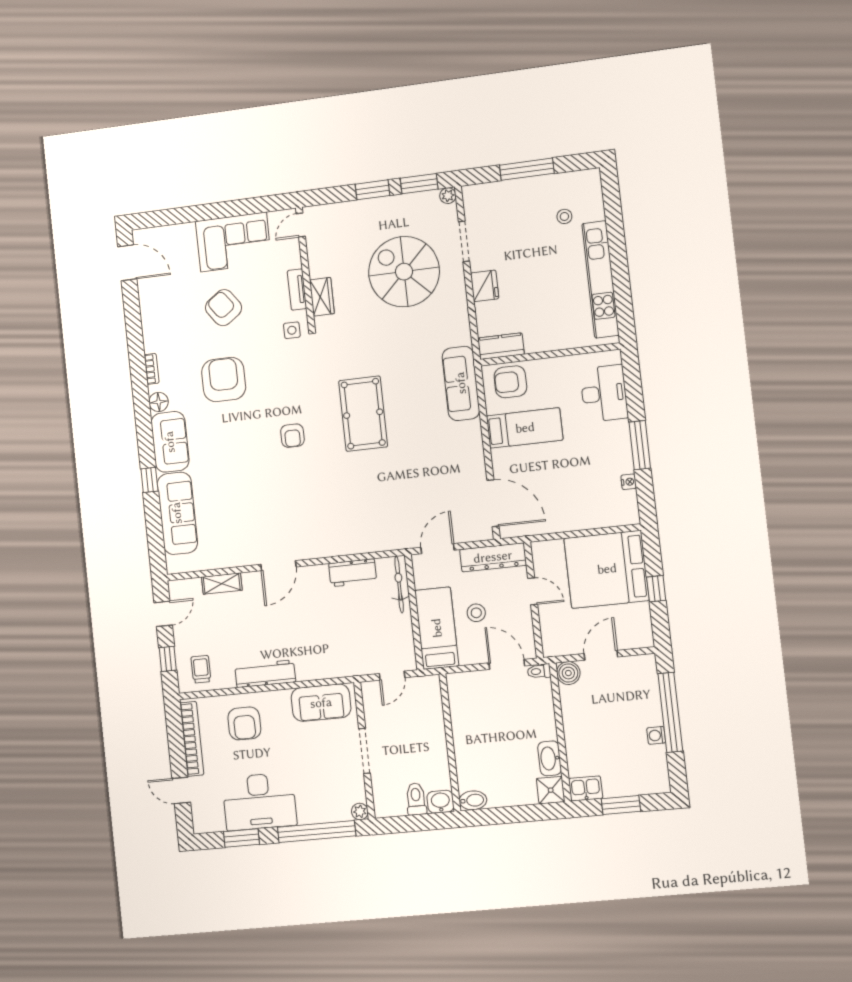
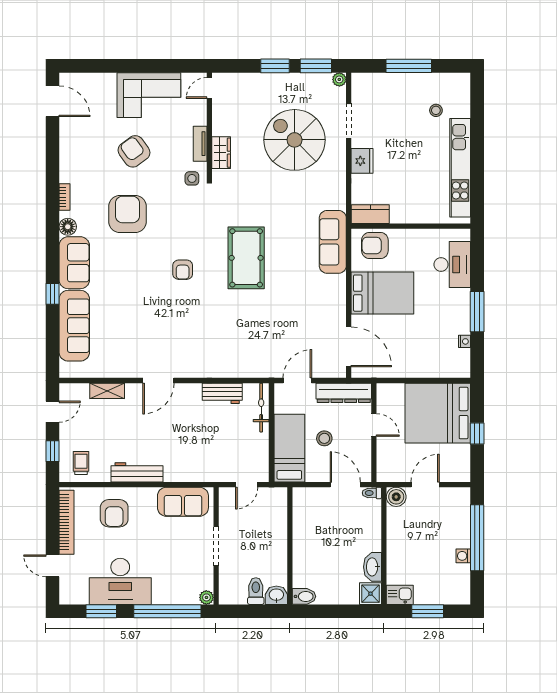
bed: (525, 428) -> (382, 293), width x1.50

